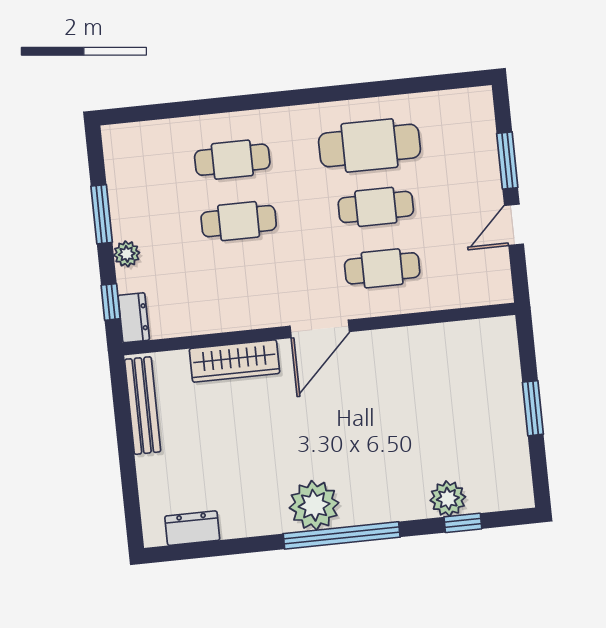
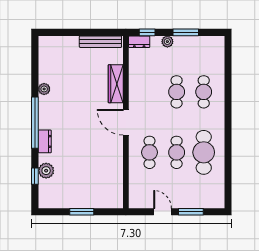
plant: (314, 505) -> (44, 89), moved, width x0.53, depth x0.53
dresser: (192, 528) -> (45, 141), moved

